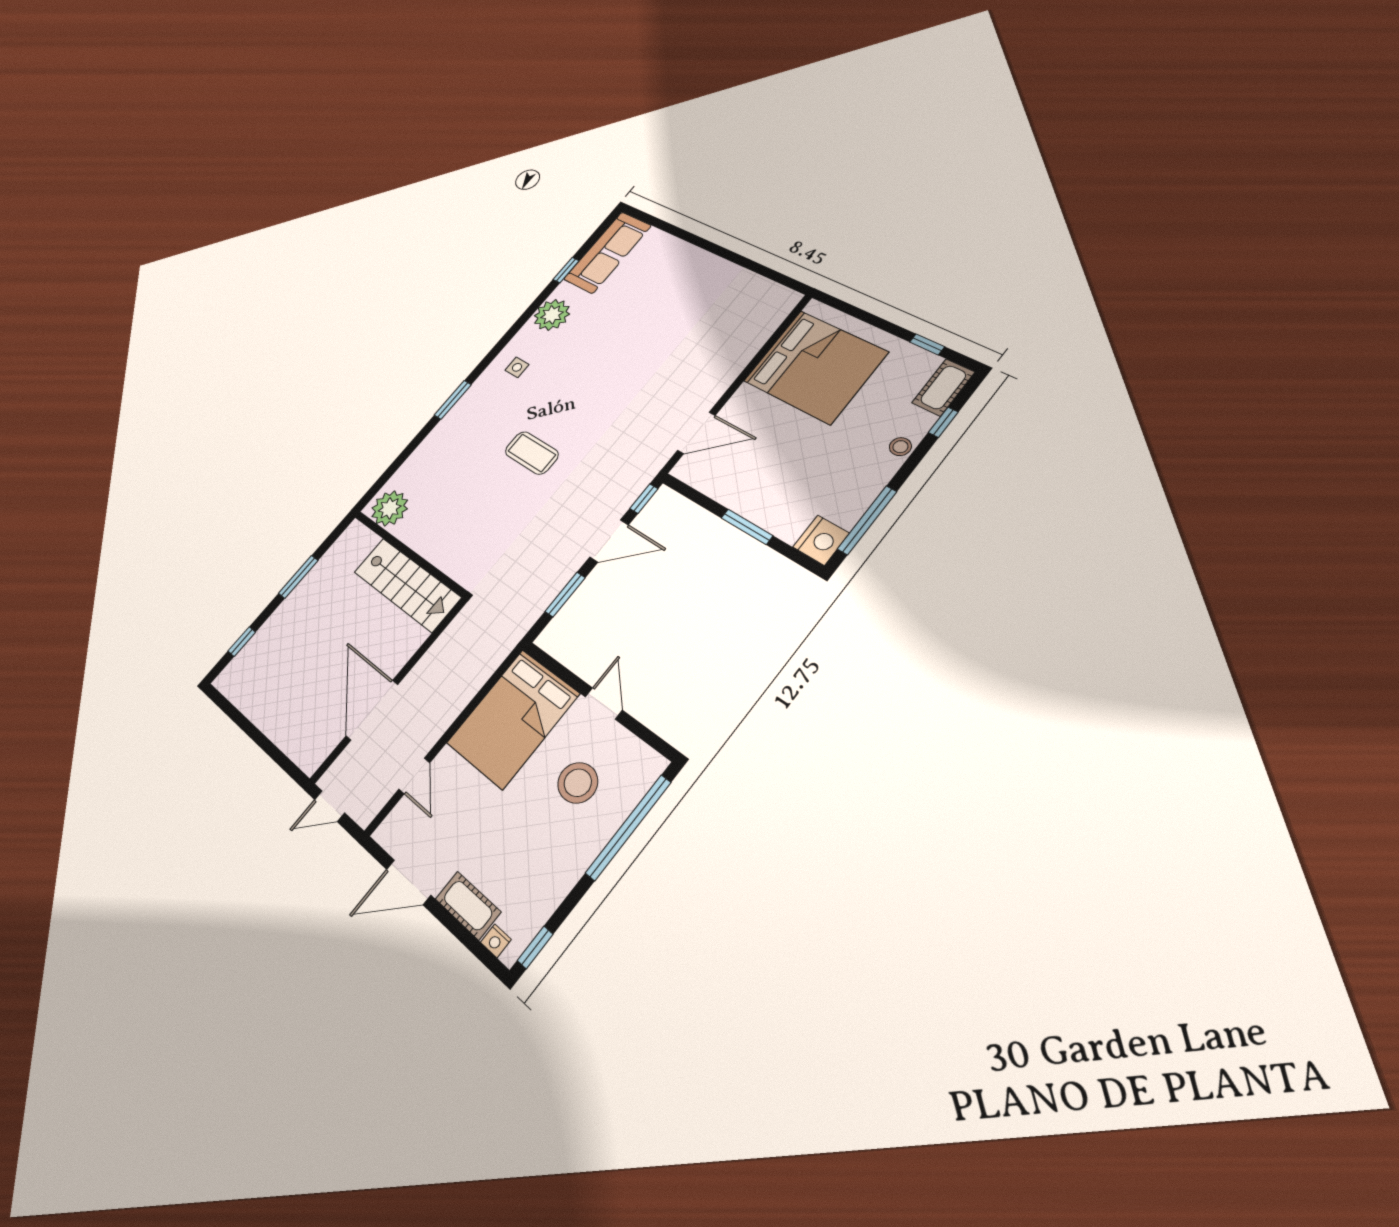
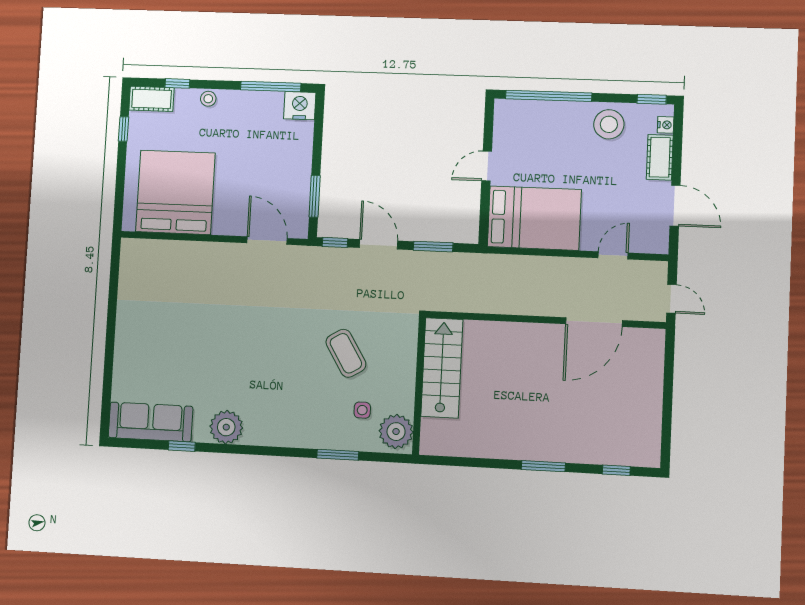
side table: (517, 367) -> (362, 410), moved
coffee table: (532, 453) -> (346, 353), turned -31
plant: (390, 508) -> (396, 432), moved
window: (747, 527) -> (315, 196), moved
wall: (409, 553) -> (419, 386), moved
stairs: (407, 585) -> (442, 368), moved
stool: (578, 783) -> (609, 124), moved

